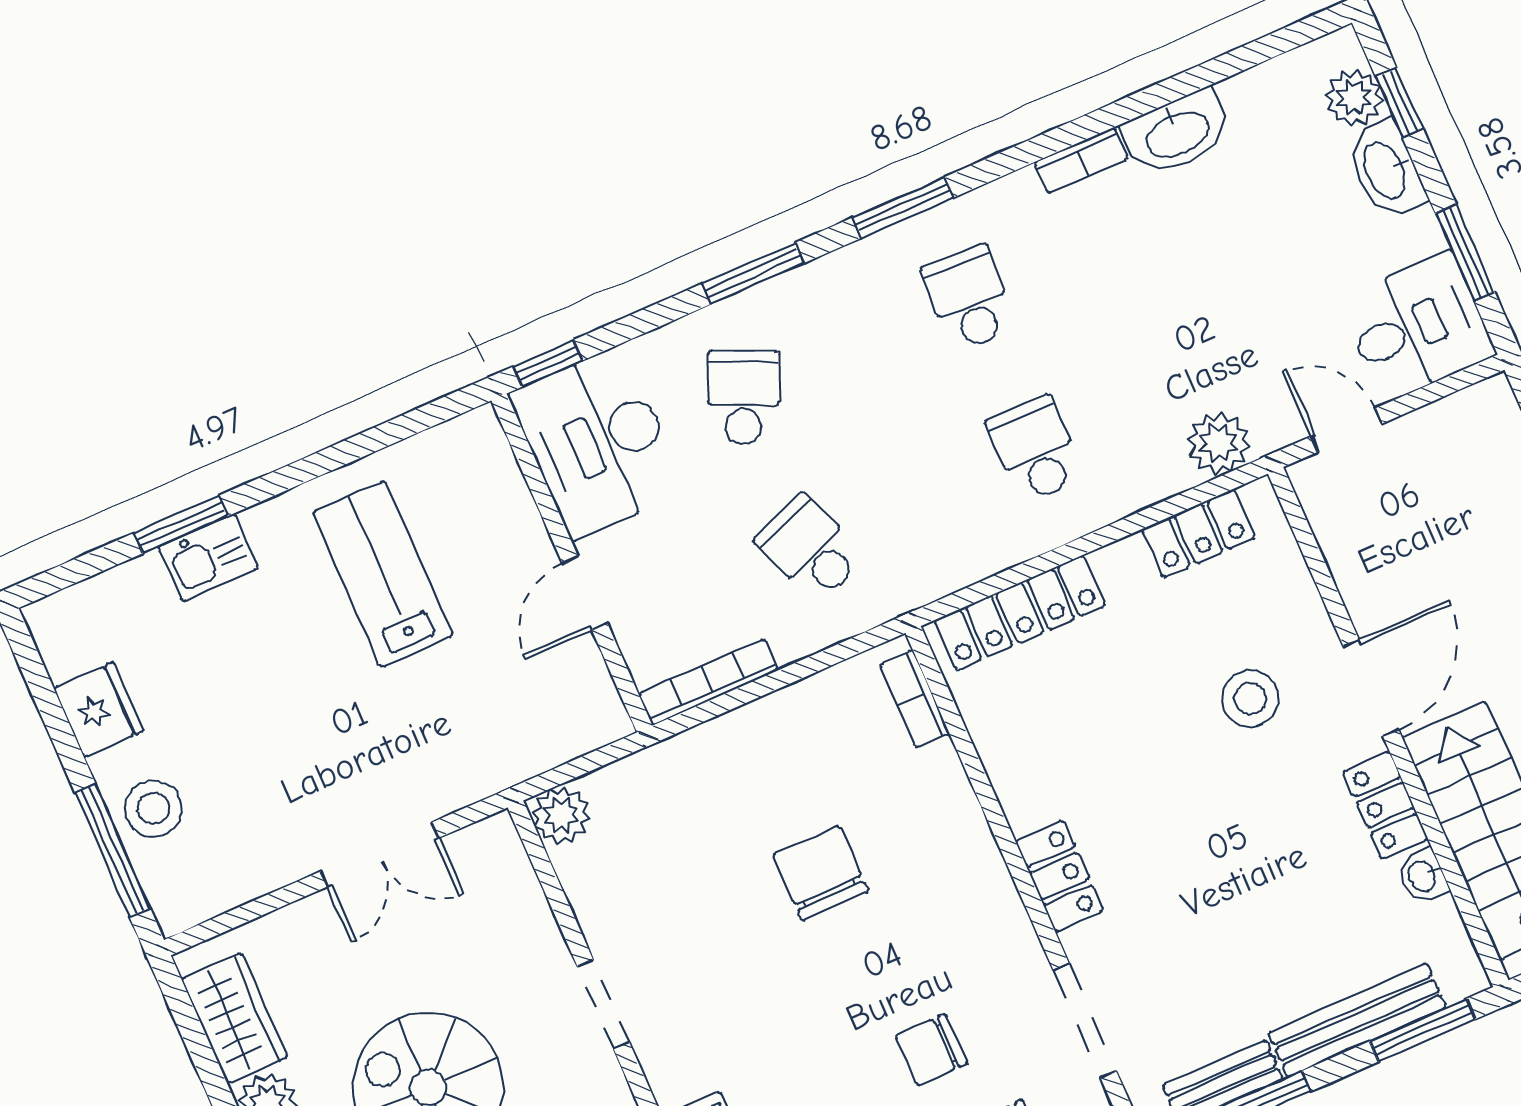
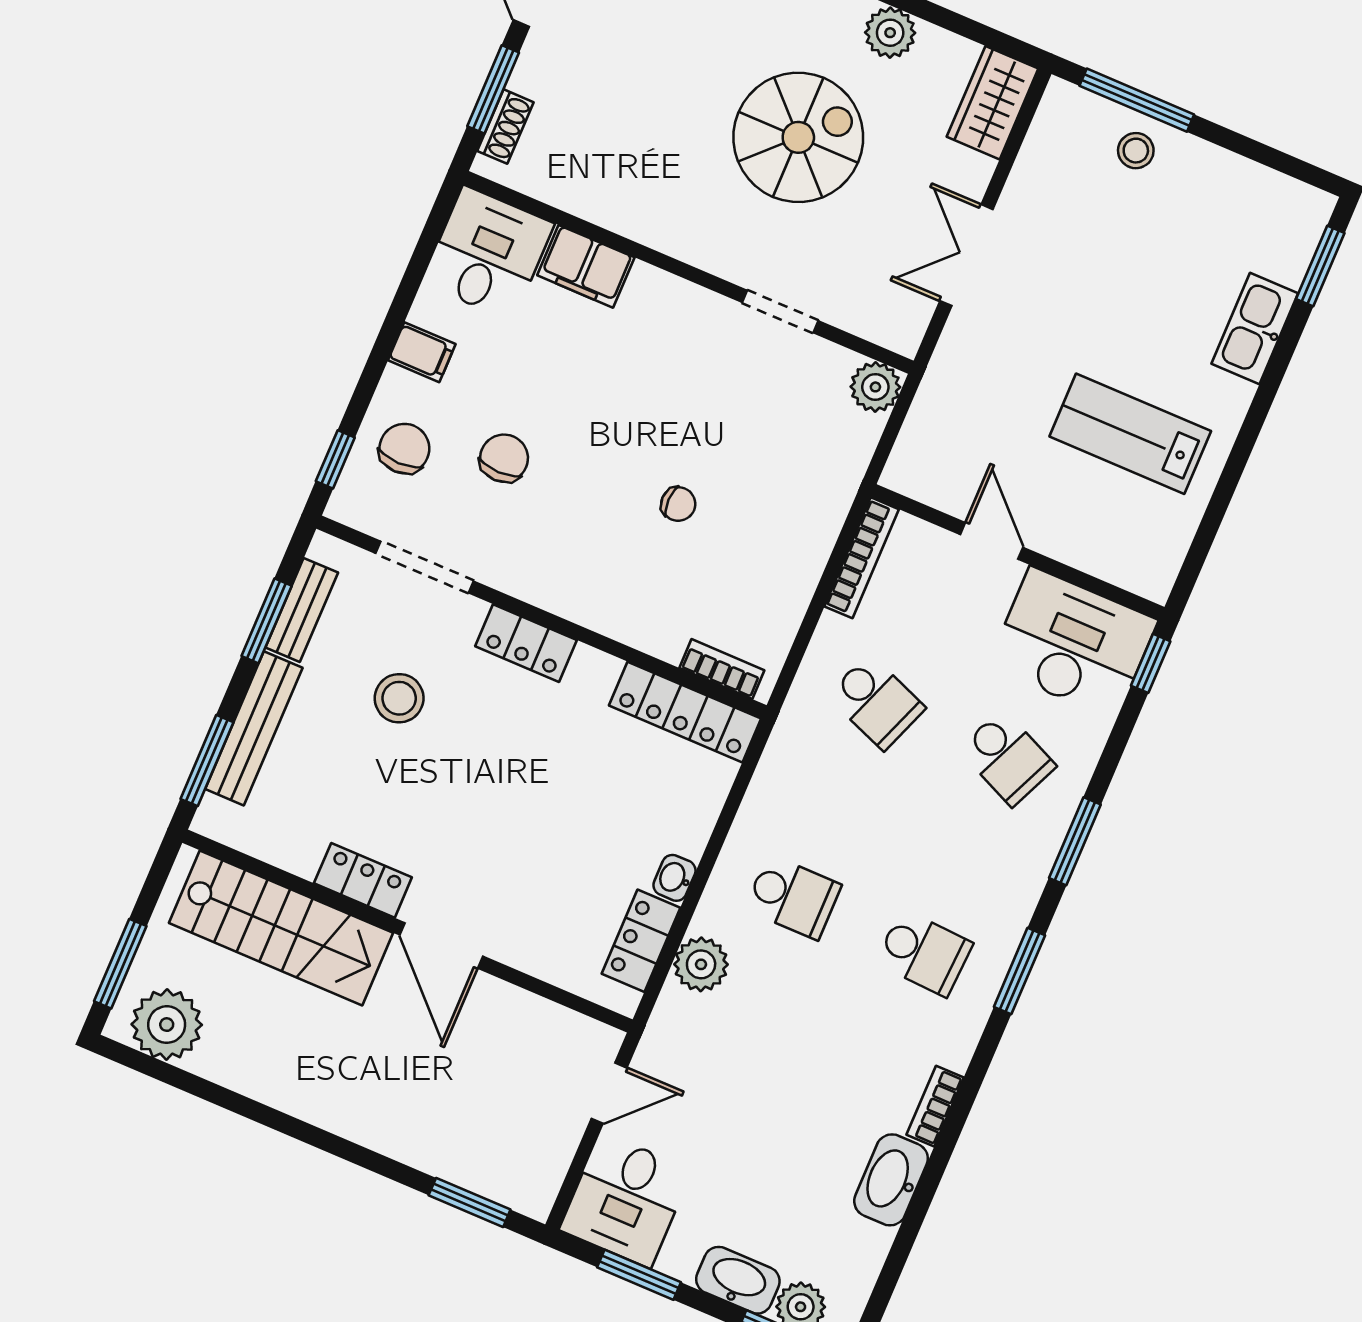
plant: (1219, 443) -> (701, 964), moved
window: (181, 525) -> (1320, 266), moved
school desk: (810, 549) -> (876, 702), turned 42
kitchen sink: (208, 557) -> (1255, 329), width x1.38
lab bench: (383, 574) -> (1130, 434), turned 180
locker: (1020, 613) -> (685, 712), moved, turned -90
stool: (1250, 699) -> (399, 698), moved
fridge: (99, 710) -> (1229, 180), removed
stool: (153, 809) -> (1136, 151), width x0.73, depth x0.73
chair: (820, 873) -> (678, 504), width x0.54, depth x0.54
washbasin: (1423, 876) -> (674, 878), moved, turned -90
doorway: (603, 1004) -> (780, 312), moved
wardrobe: (235, 1018) -> (993, 103), moved, turned 90

